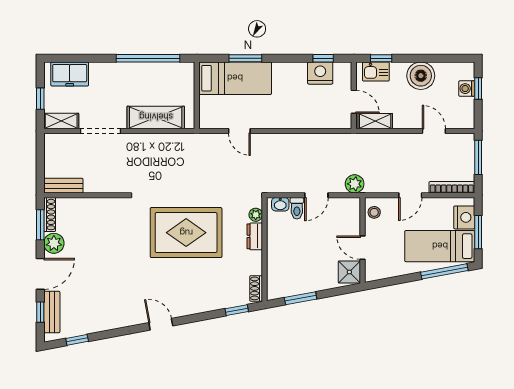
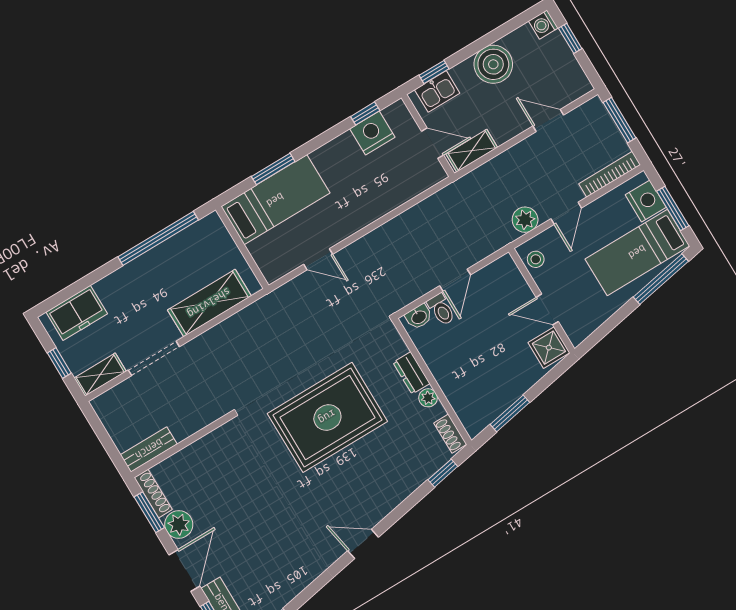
washing machine: (467, 89) -> (543, 24), moved
plant: (355, 184) -> (525, 220), moved
plant: (256, 215) -> (428, 398), moved

